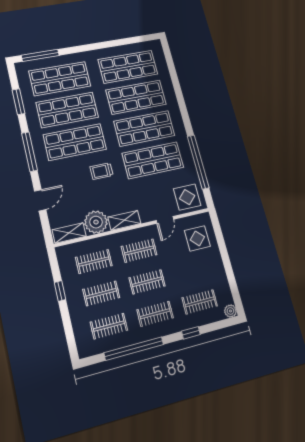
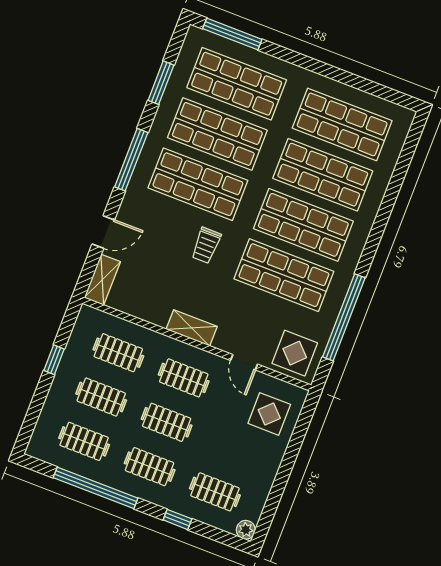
trolley: (102, 171) -> (206, 245), turned -90
door: (165, 220) -> (244, 362), hinge flipped
plant: (96, 222) -> (154, 306), removed
shelving: (69, 233) -> (102, 280), moved, turned 90

